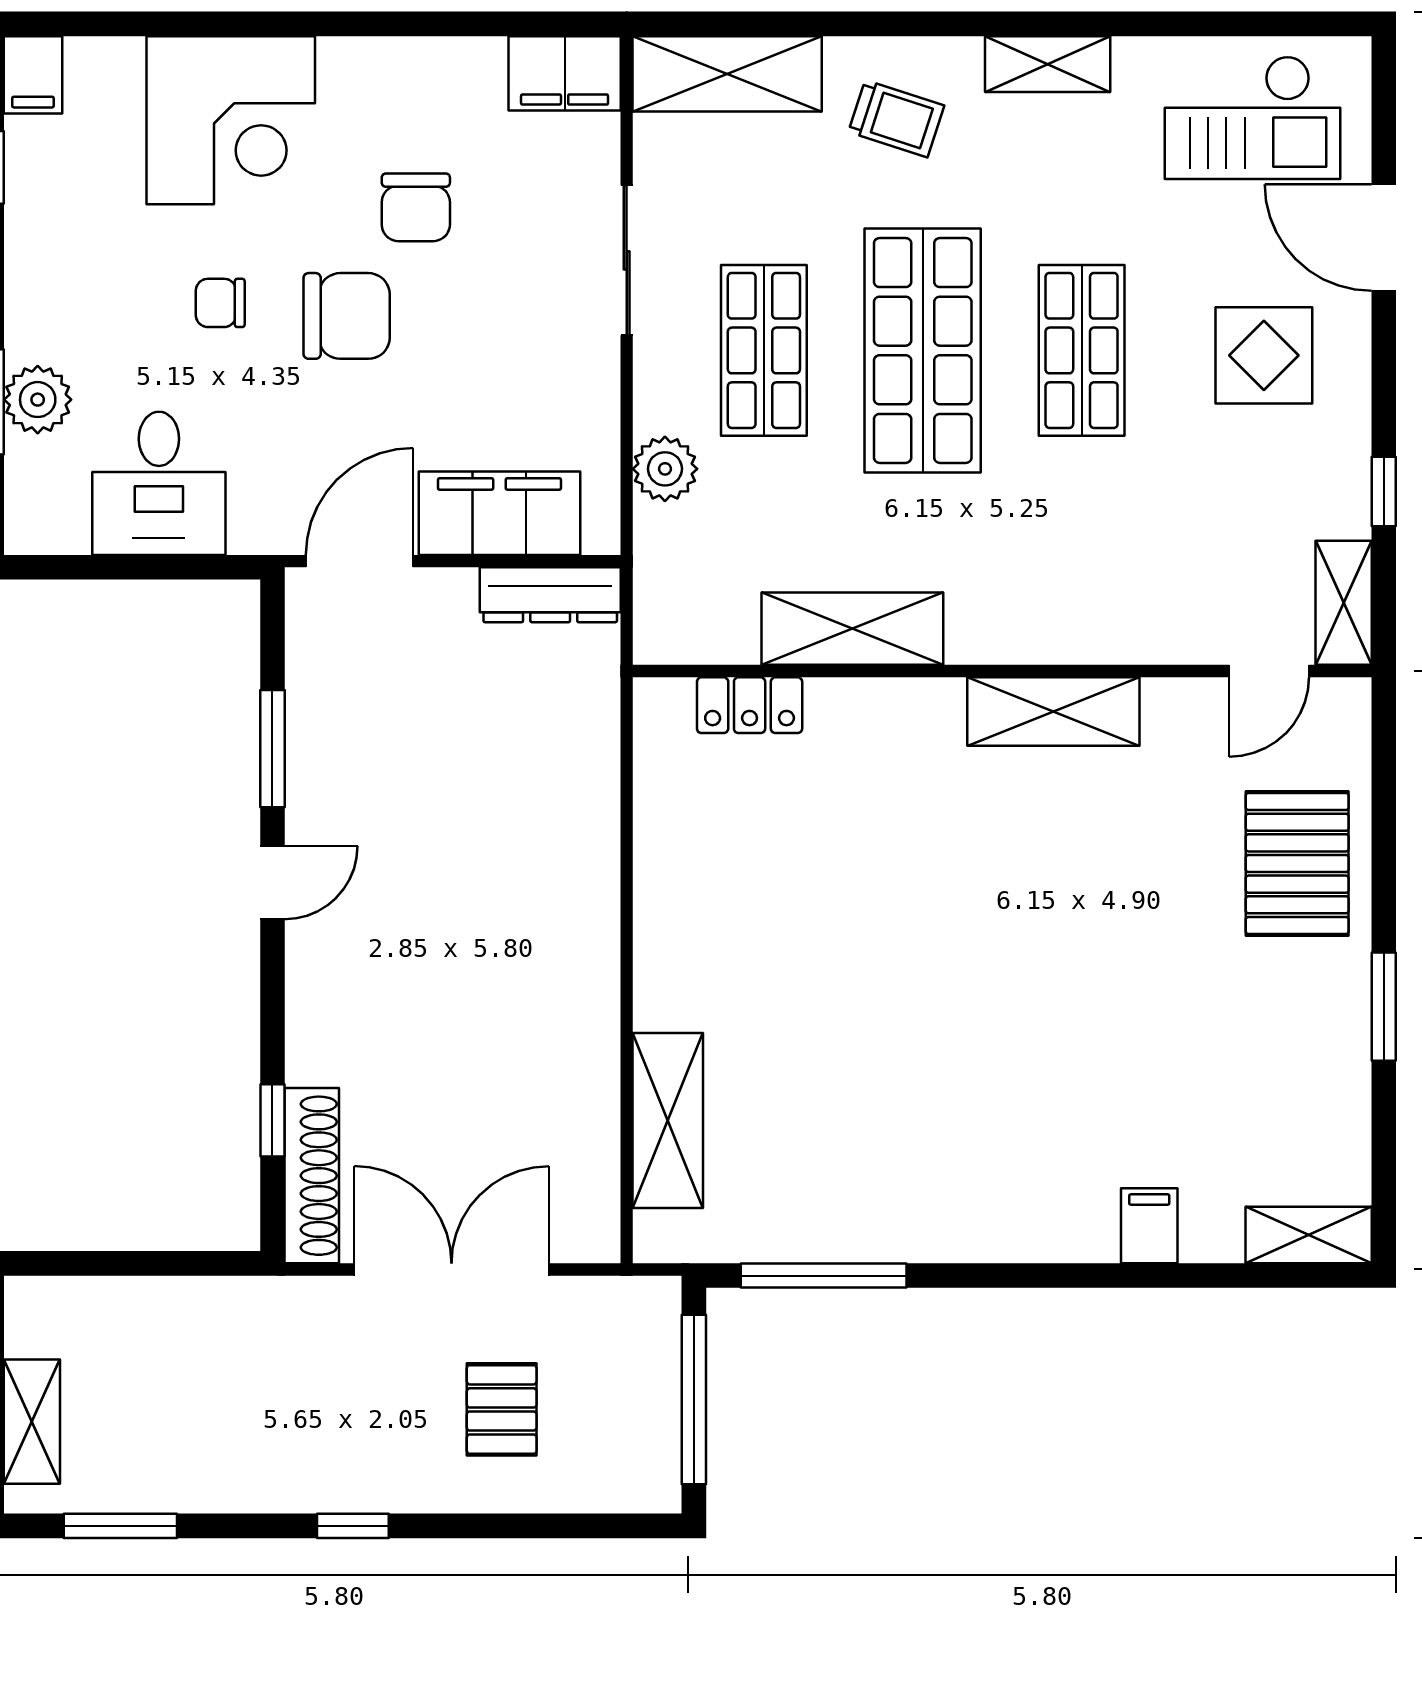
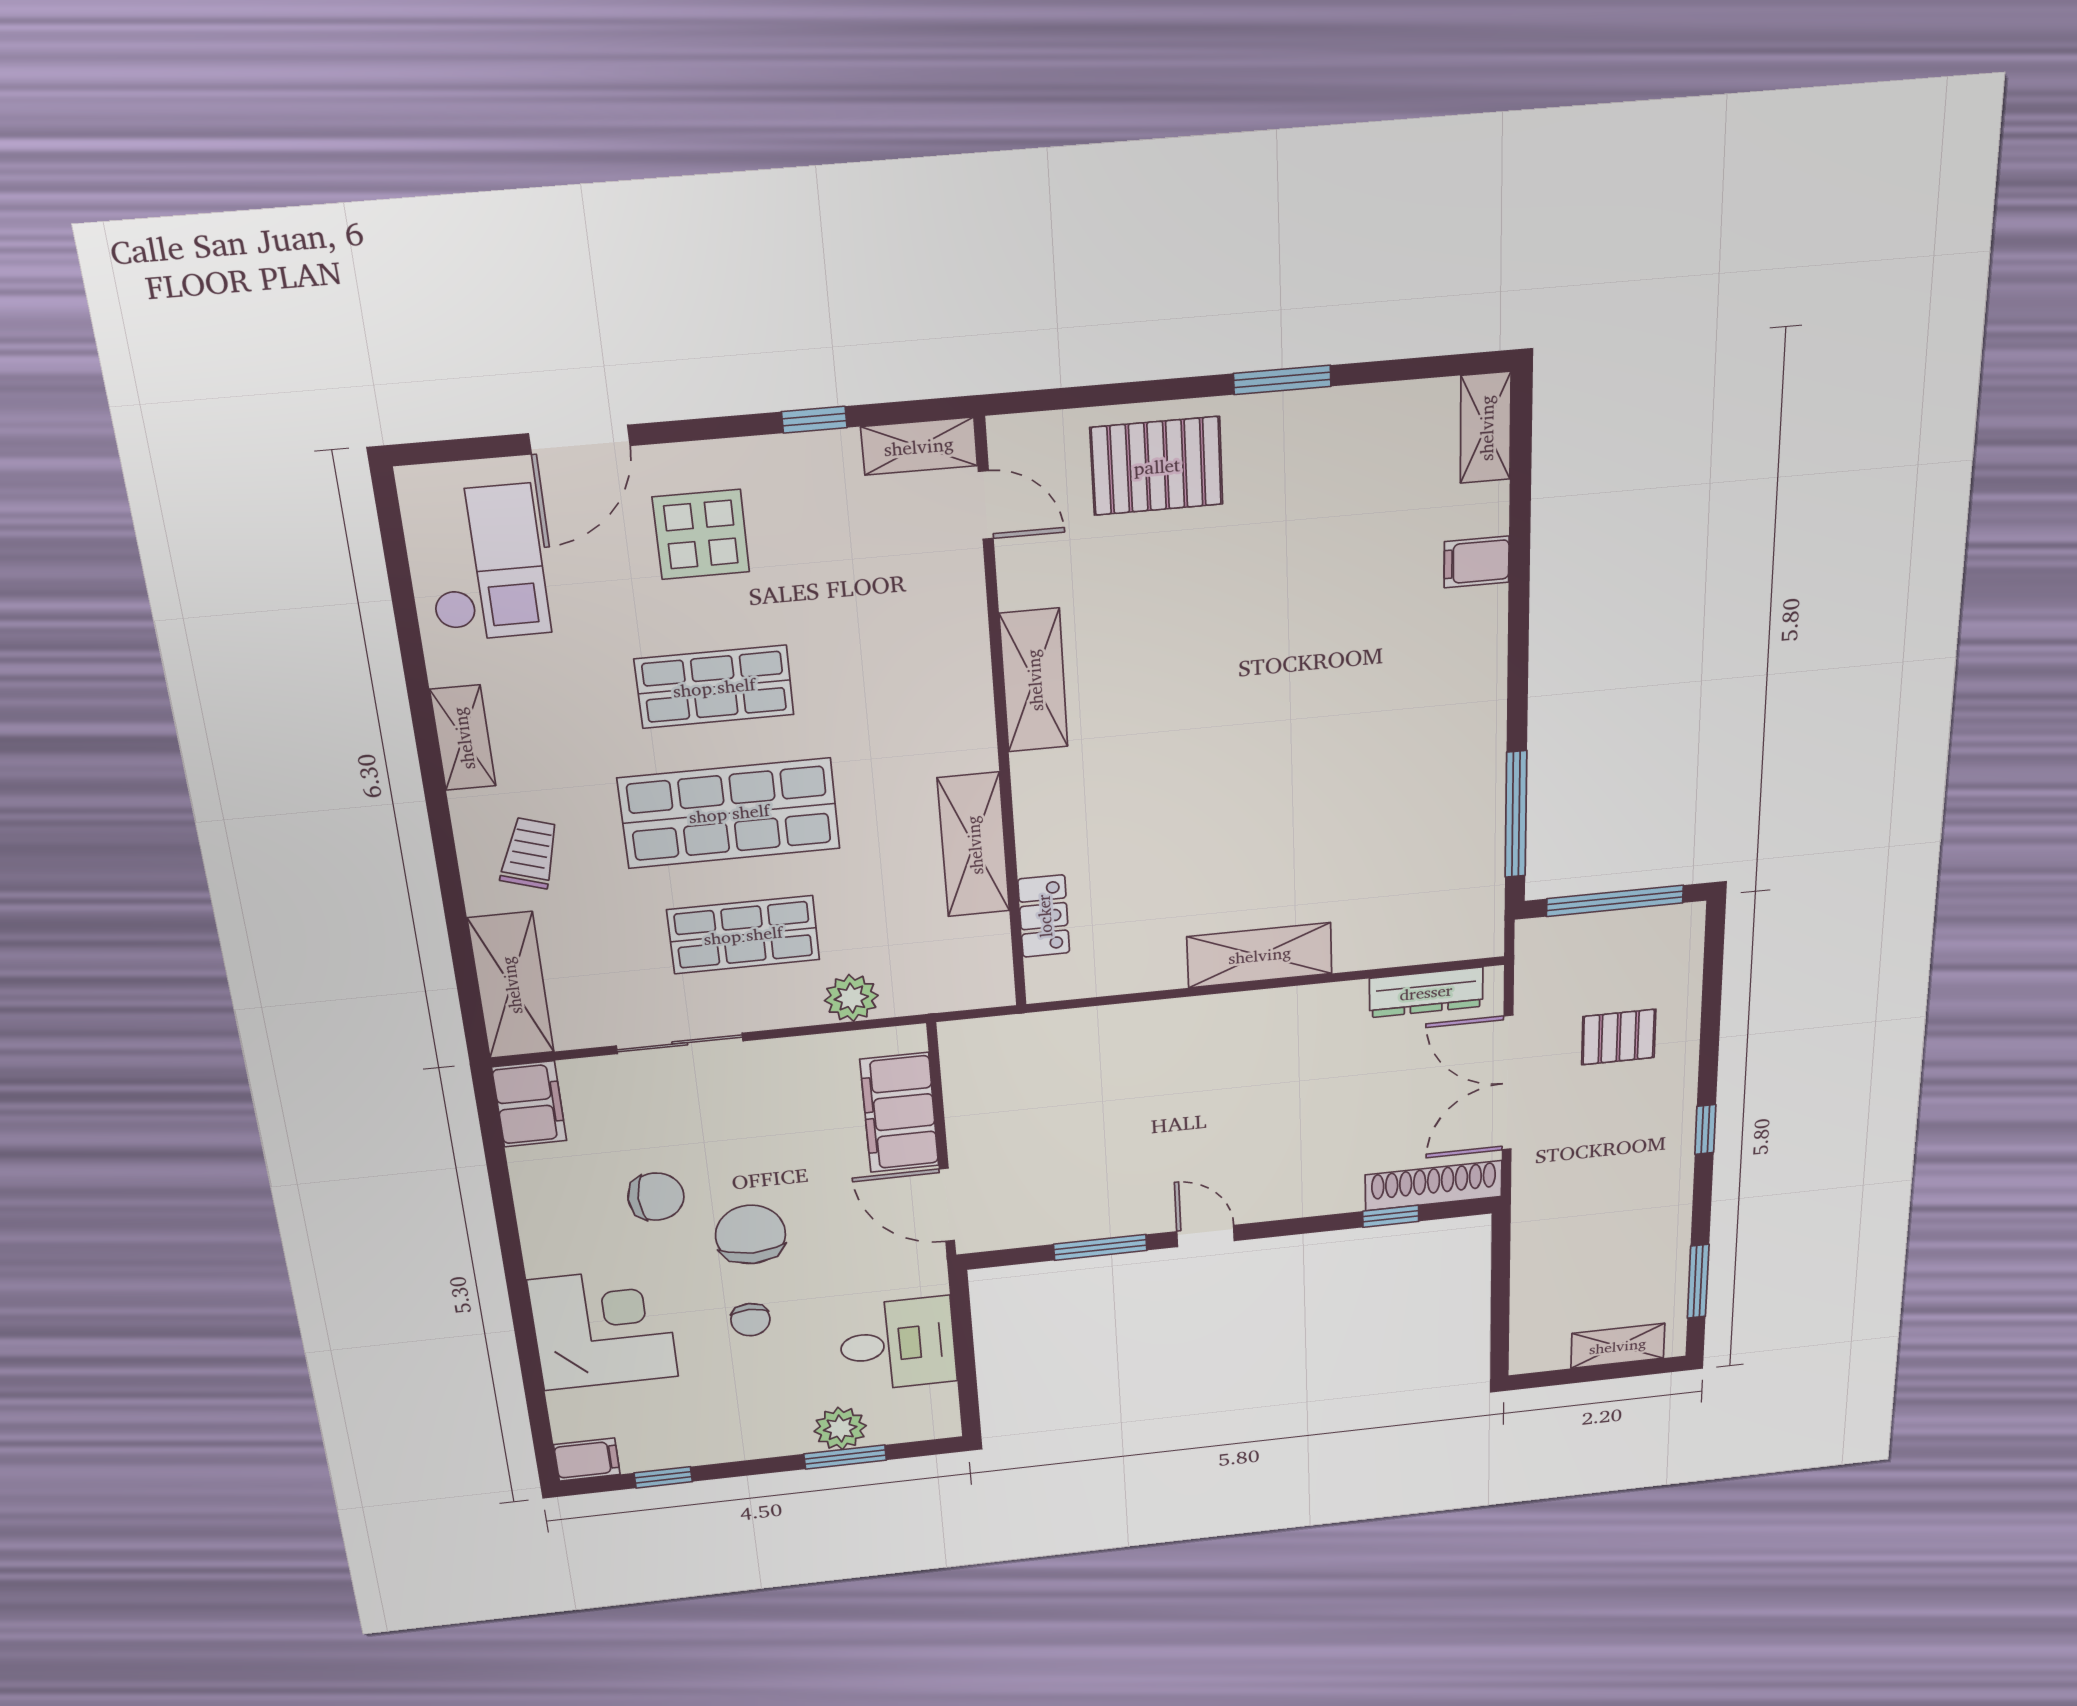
dresser: (550, 595) -> (1426, 992), moved, turned 90
shelving: (668, 1120) -> (1260, 955), moved

